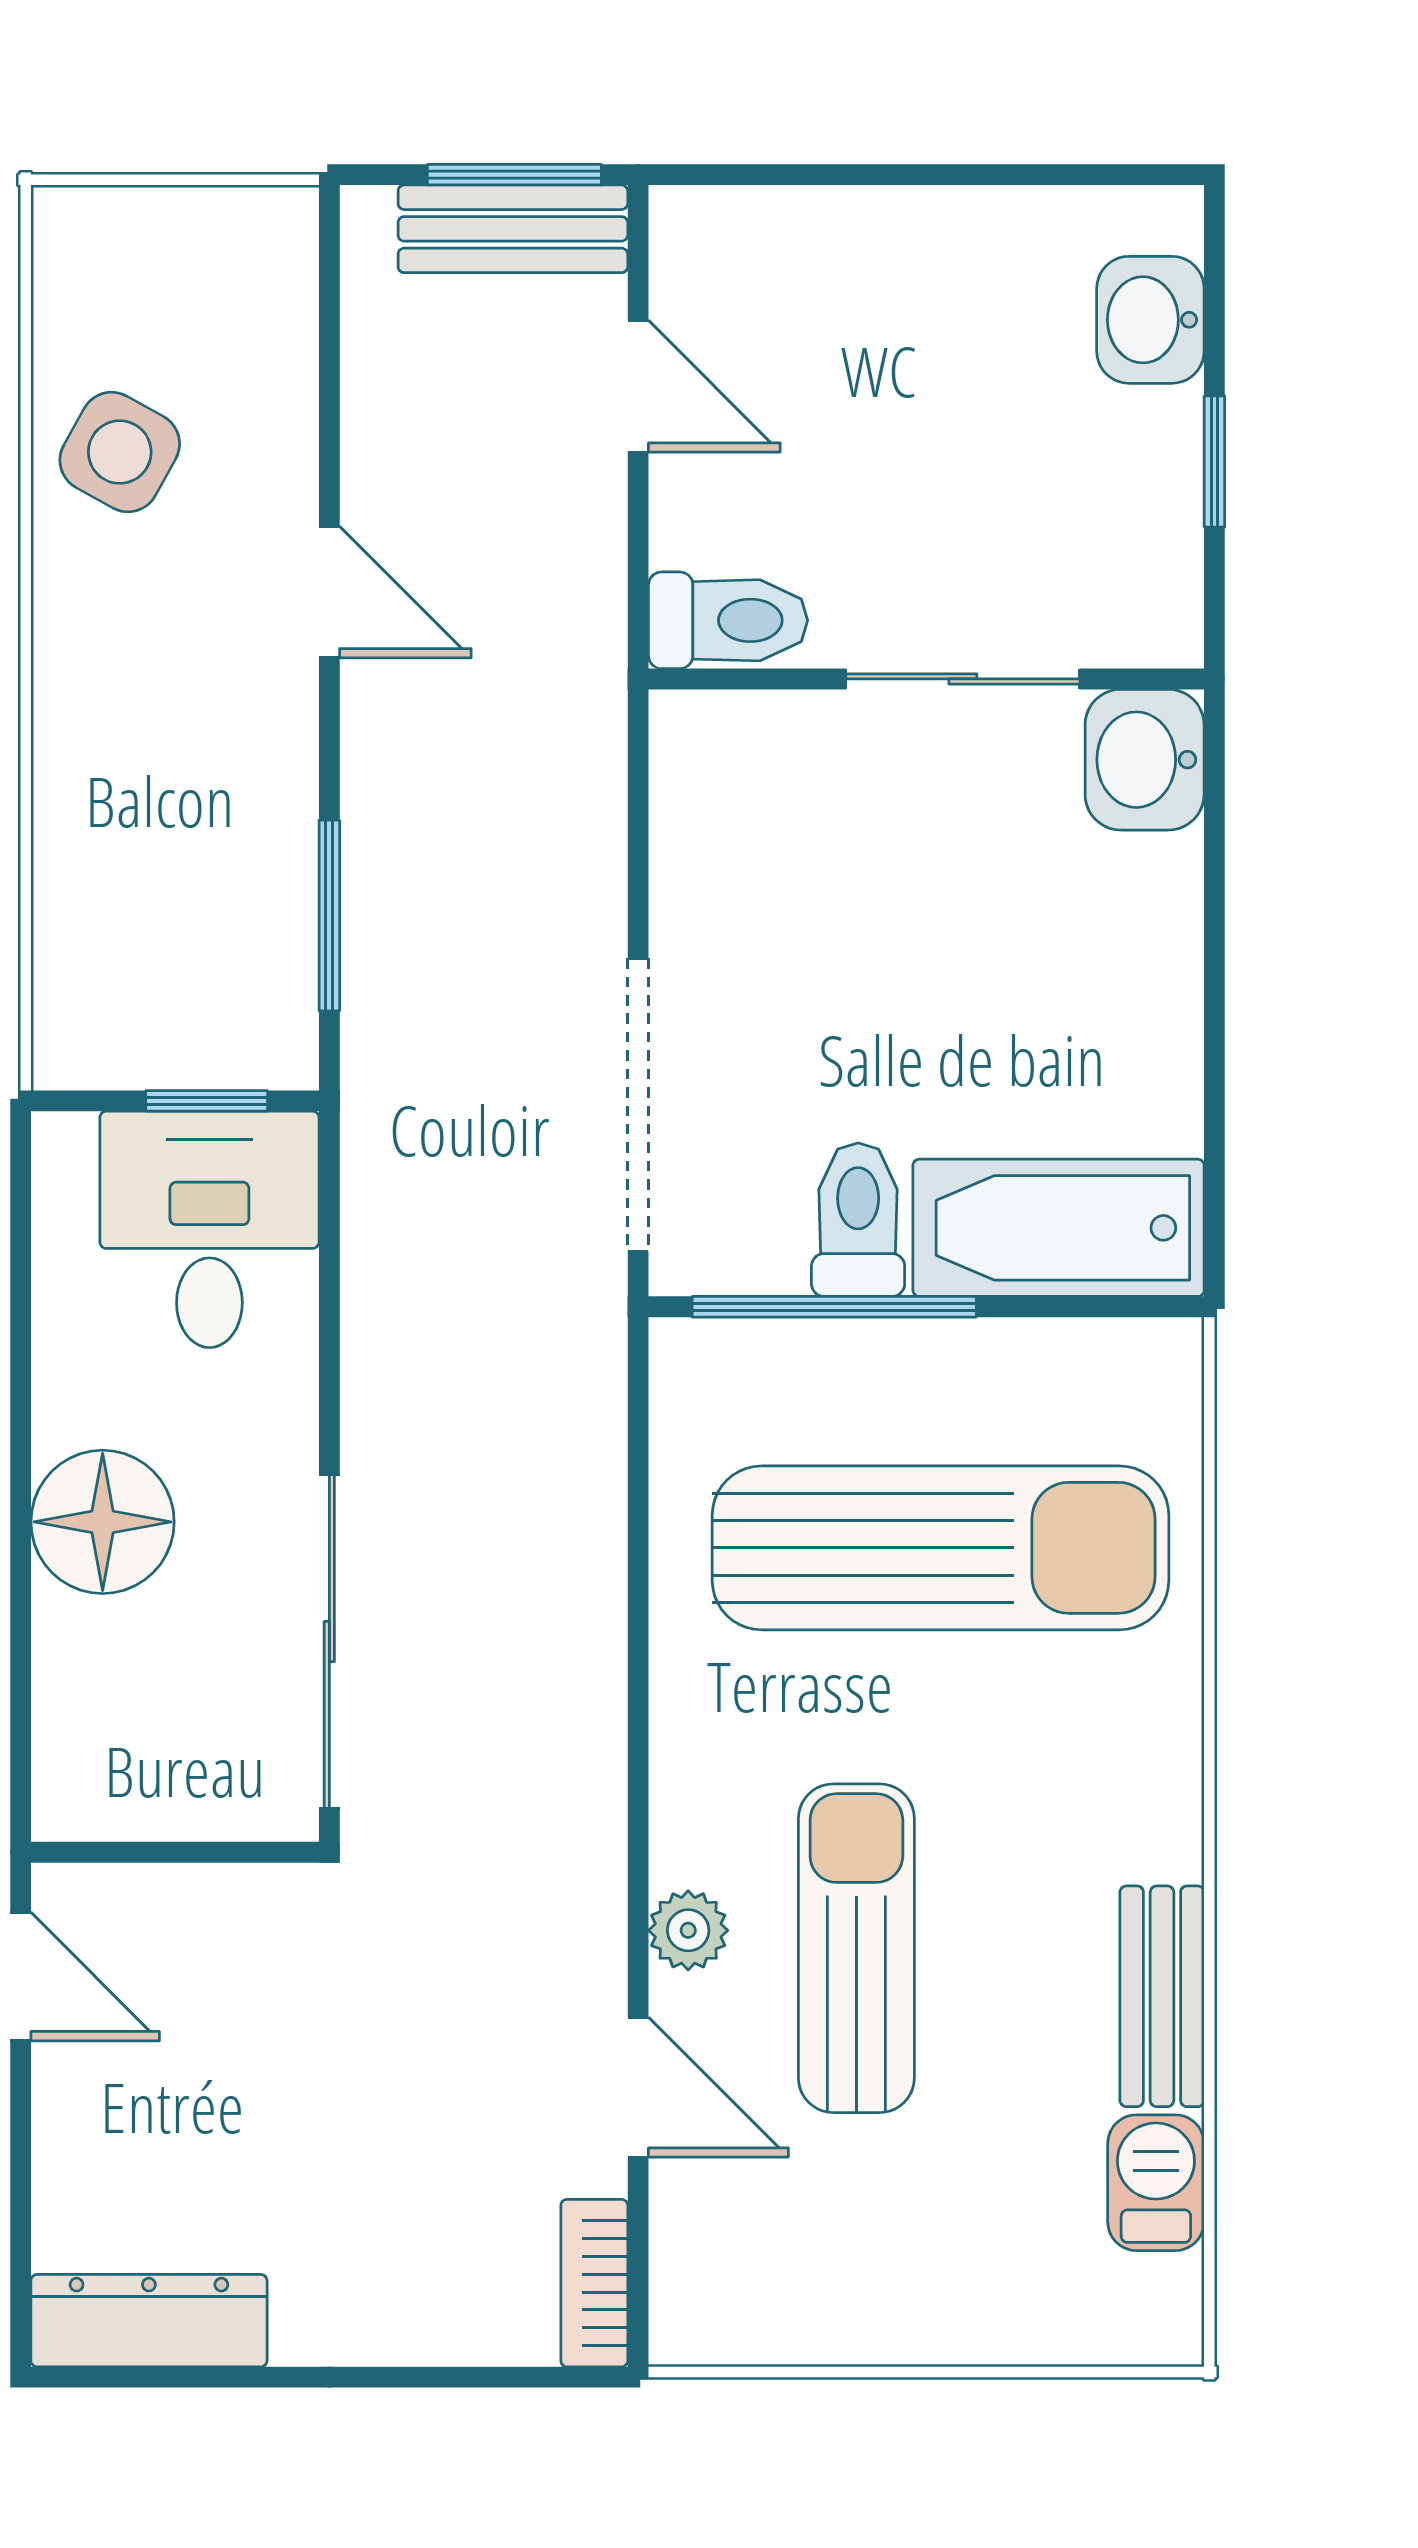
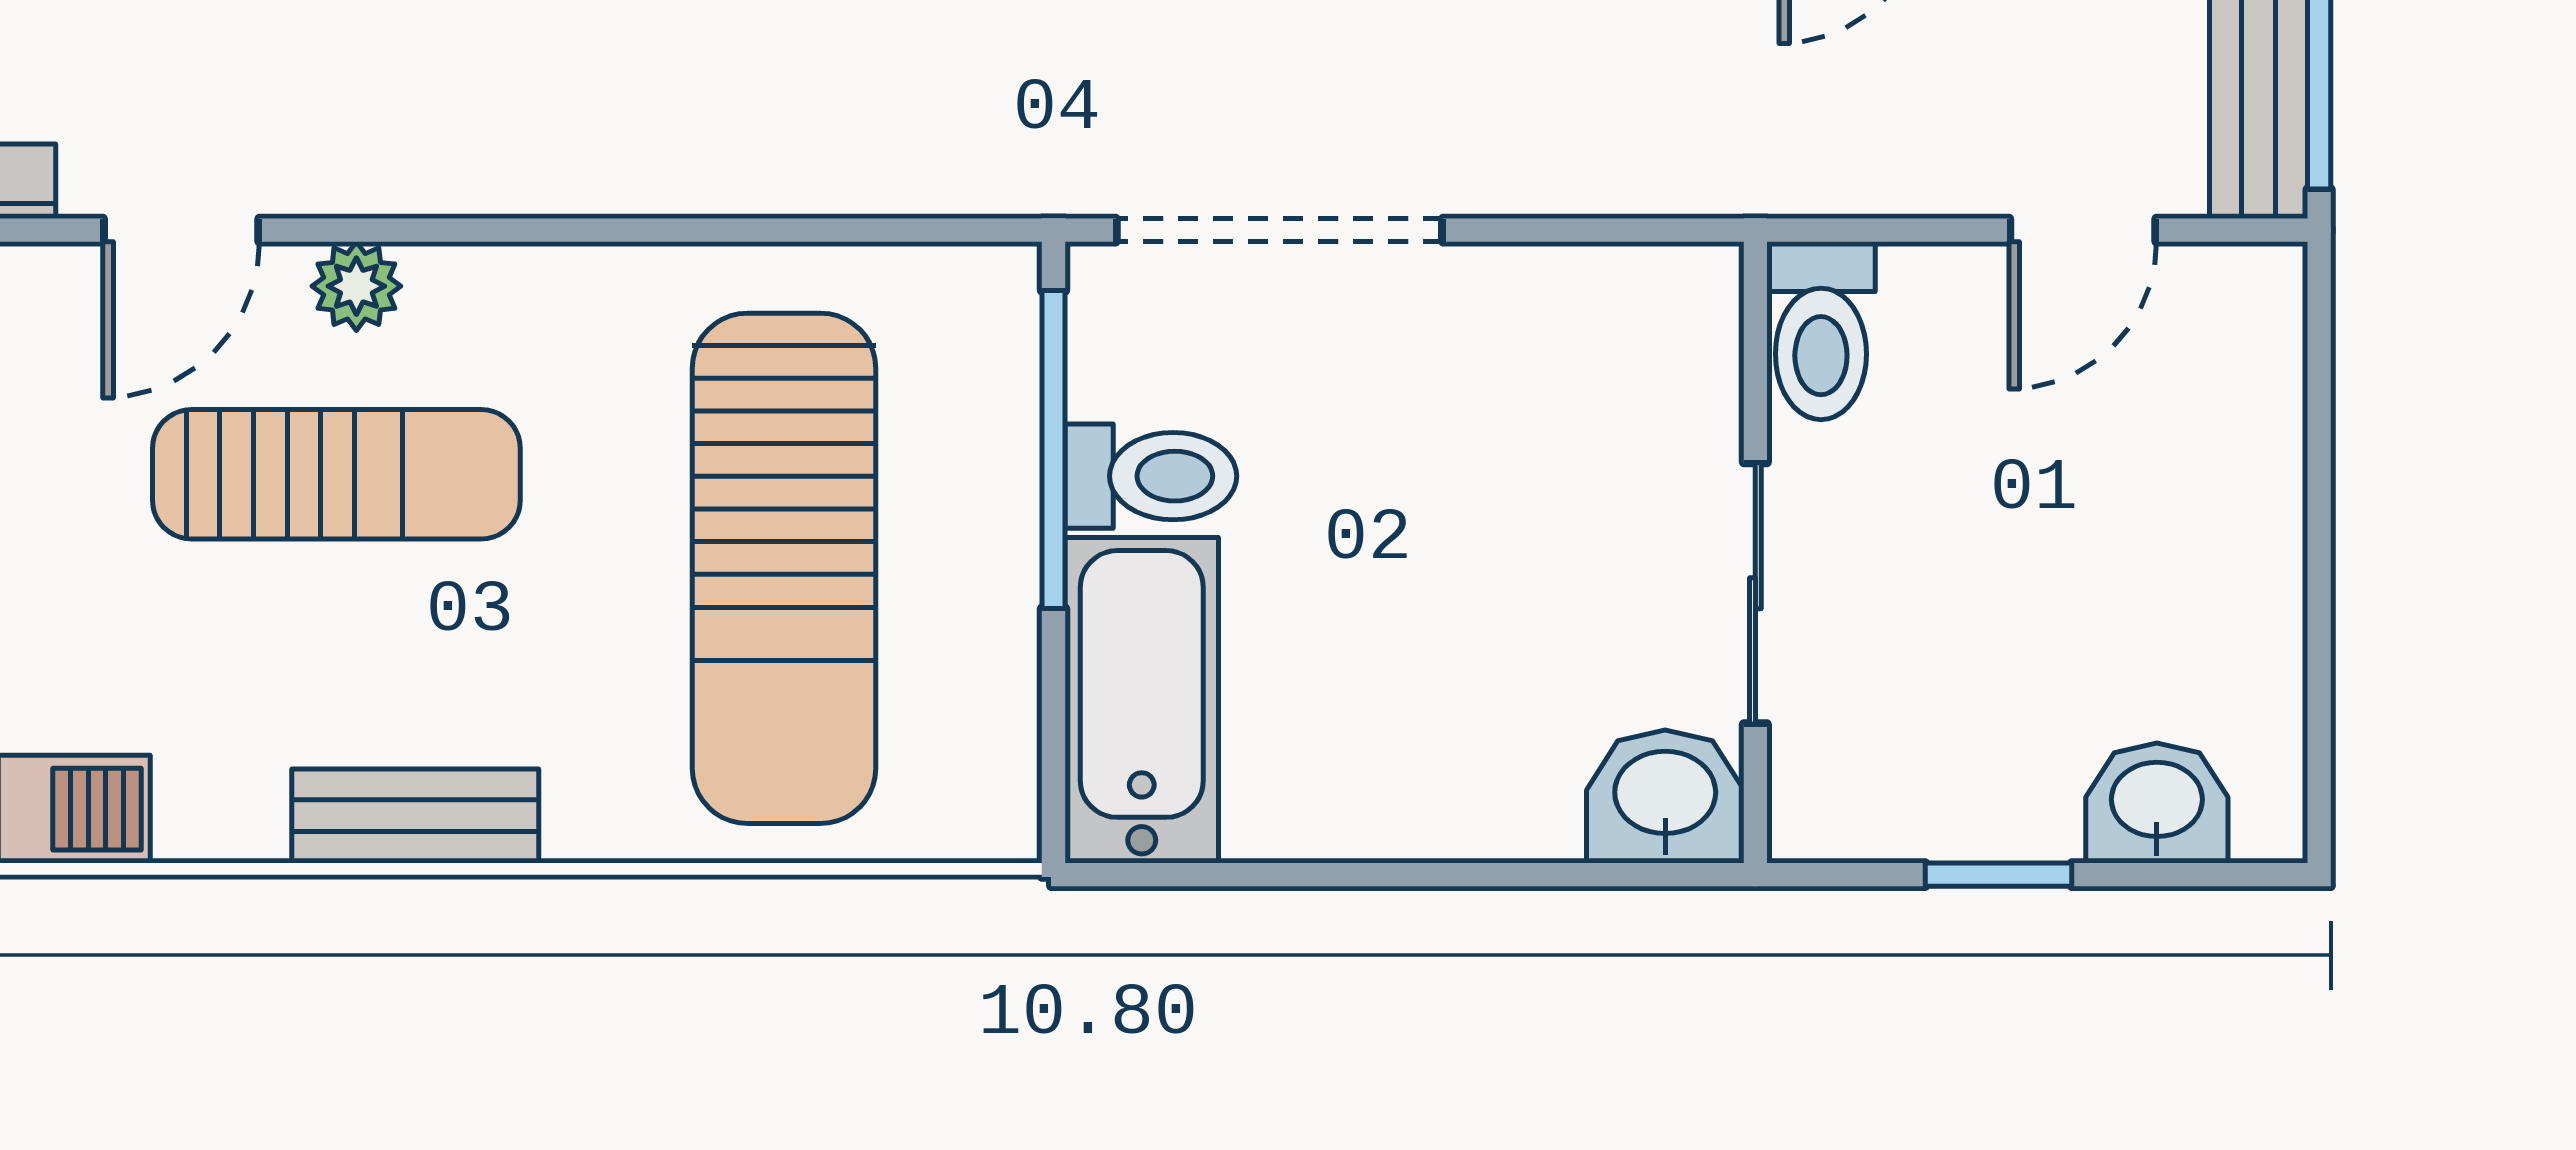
bench: (1162, 1996) -> (415, 816), moved

